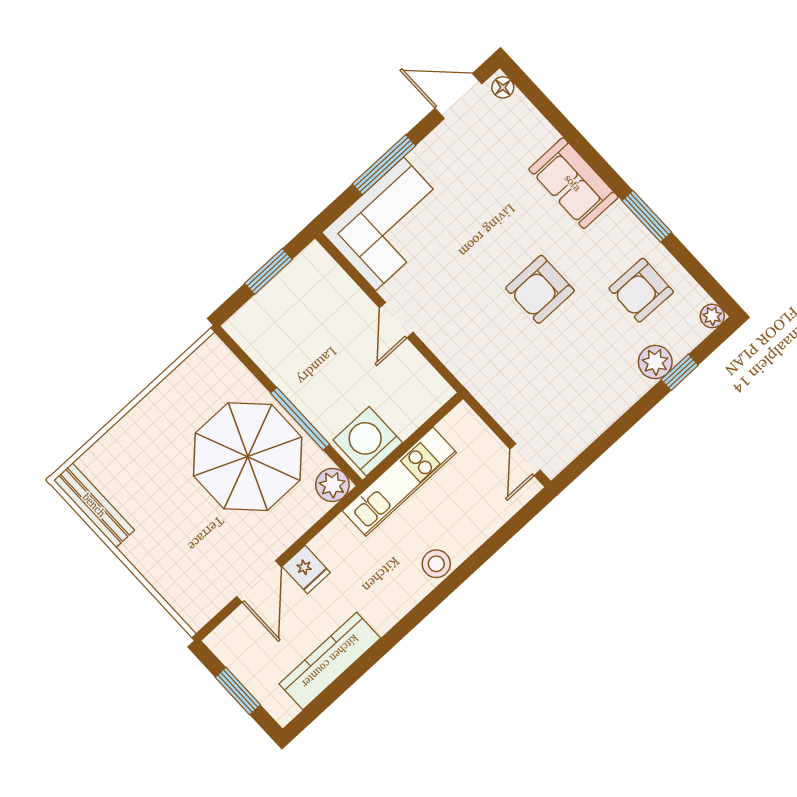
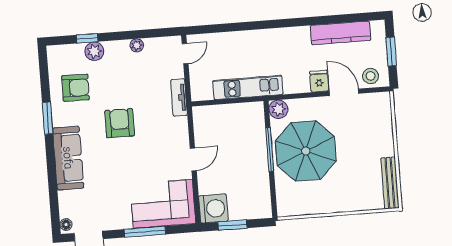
sofa: (573, 183) -> (68, 158), width x1.36
armchair: (540, 289) -> (120, 123), turned -90
plant: (712, 316) -> (137, 45), moved
tv unit: (485, 391) -> (179, 98), added
washing machine: (368, 441) -> (213, 208), moved, turned -90
stool: (436, 564) -> (371, 76), moved
door: (259, 582) -> (344, 92), hinge flipped

